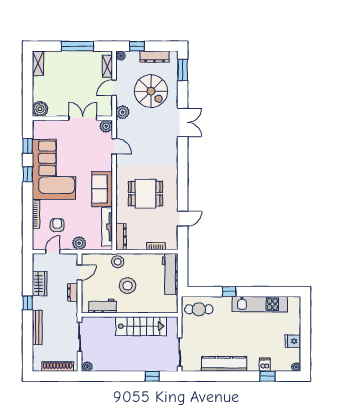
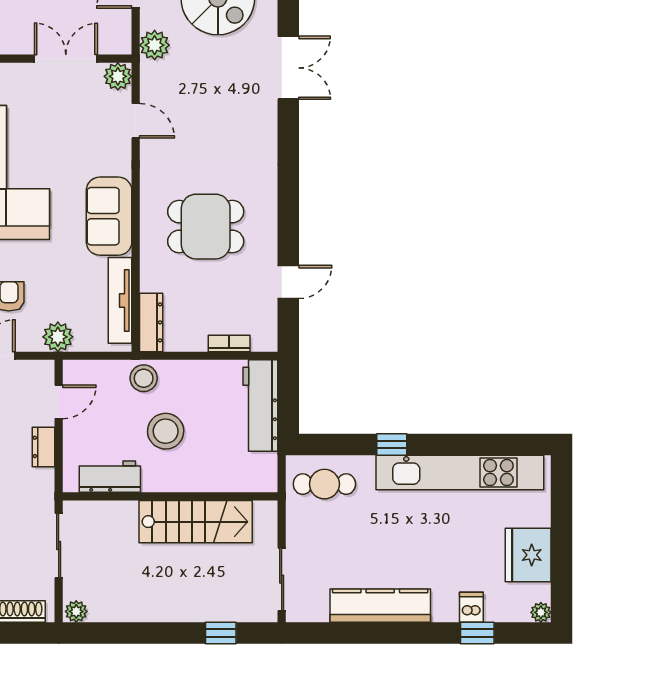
kitchen unit: (260, 304) -> (460, 473), width x1.36
fridge: (293, 341) -> (528, 555), width x1.88, depth x1.34

